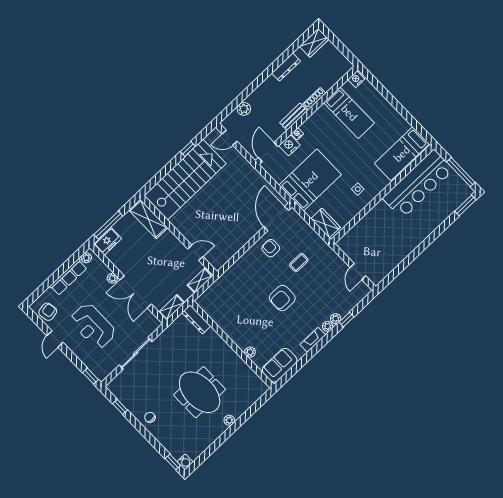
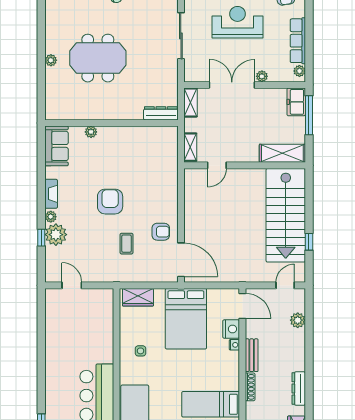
plant: (336, 319) -> (56, 235), width x1.88, depth x1.88

